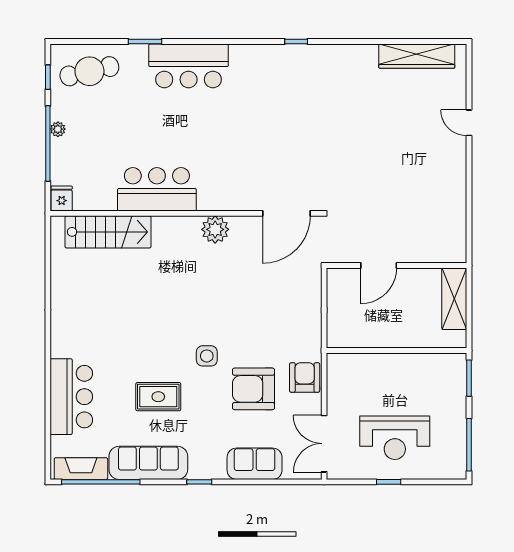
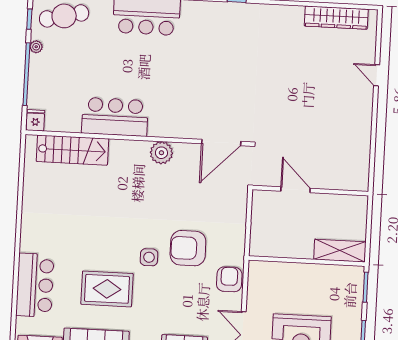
plant: (58, 129) -> (36, 47), moved
door: (379, 266) -> (295, 190), swing flipped
shelving: (454, 299) -> (340, 251), moved, turned 90
armchair: (253, 389) -> (188, 248), moved
rug: (158, 397) -> (107, 289), width x1.36, depth x1.43

